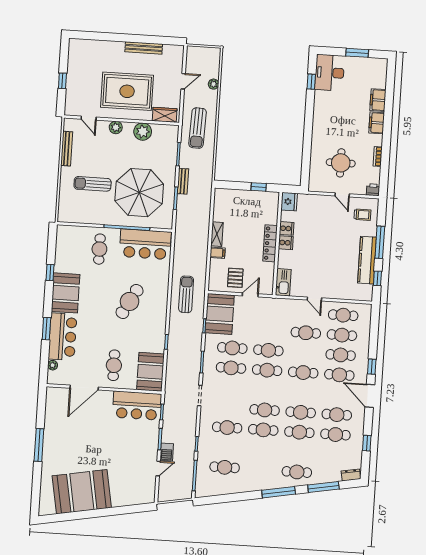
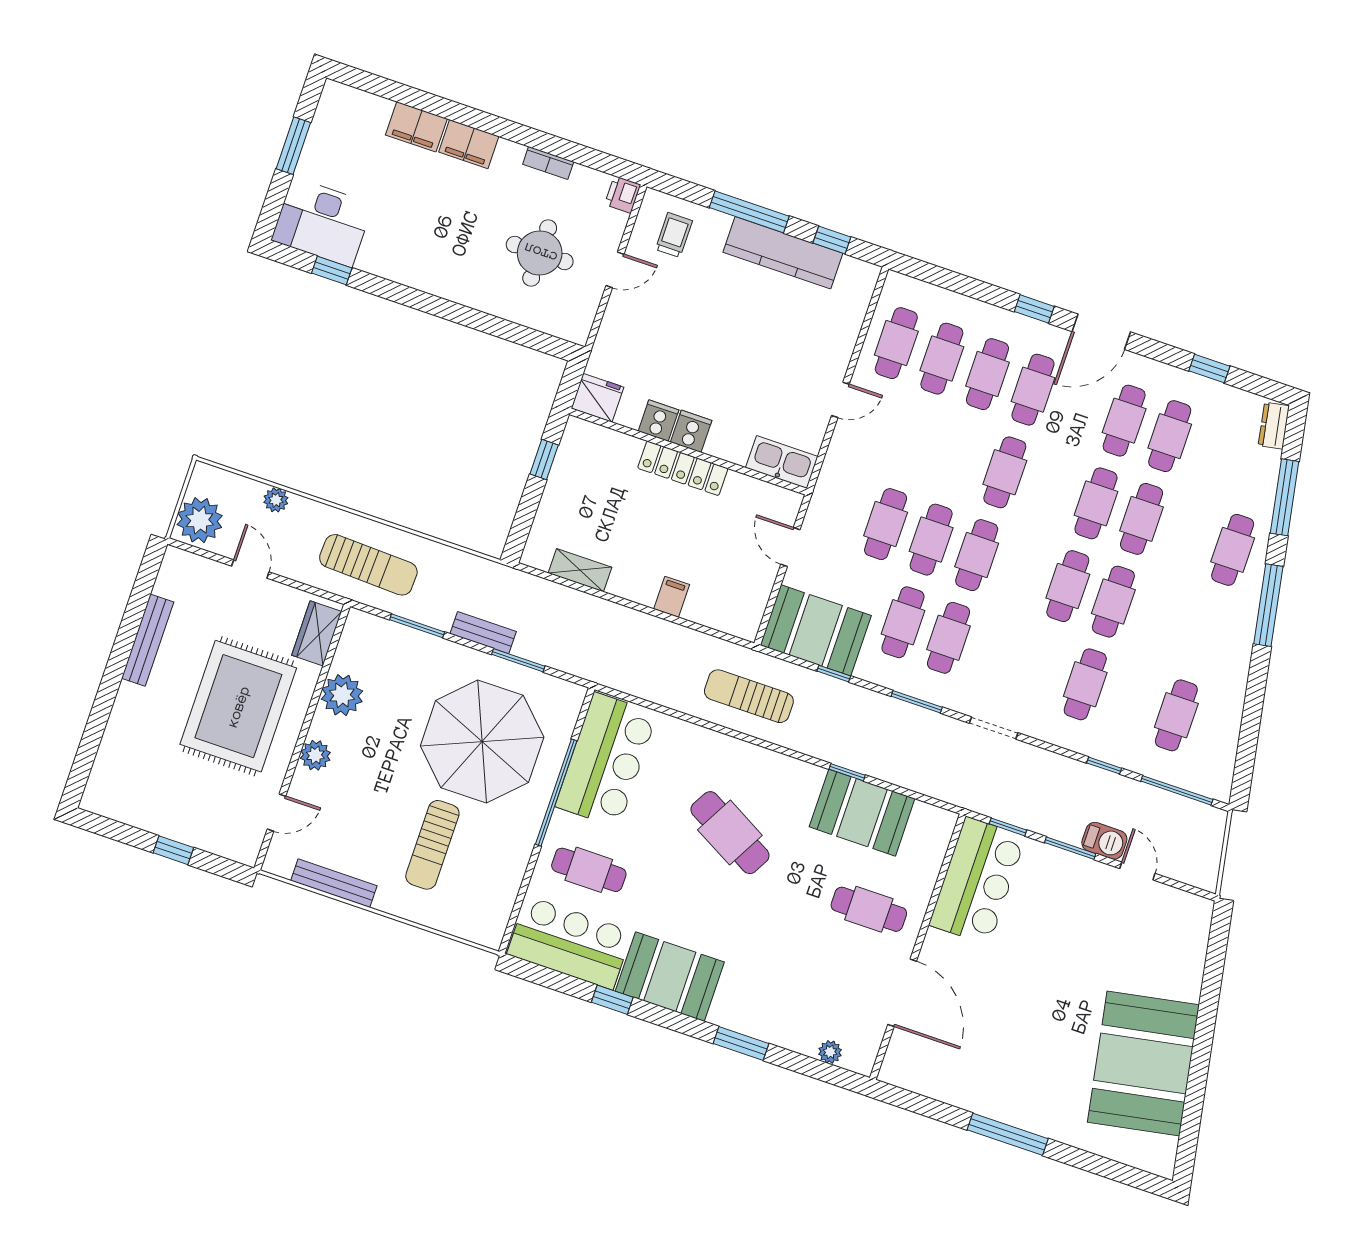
plant: (197, 56) -> (200, 520), added
shelving: (217, 234) -> (580, 570), moved
pallet: (235, 278) -> (741, 571), removed
cafe table: (306, 333) -> (886, 524), moved
bar counter: (63, 337) -> (570, 943), moved
booth: (150, 372) -> (862, 813), moved

